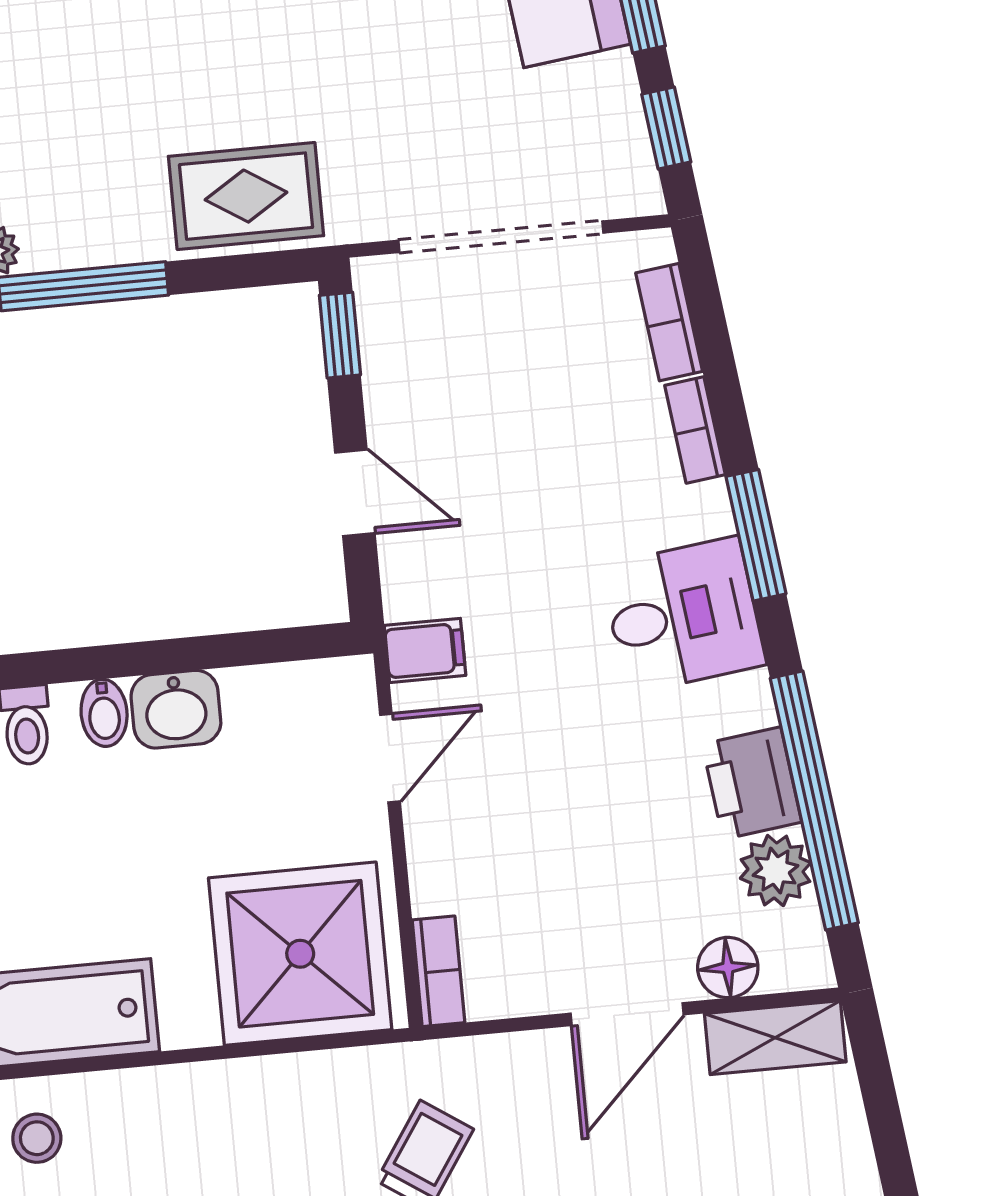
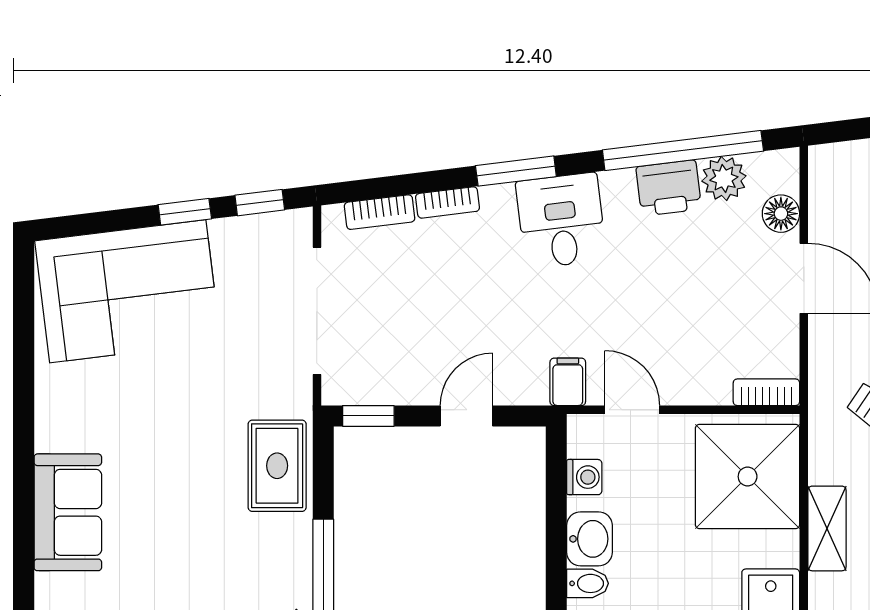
washing machine: (274, 691) -> (584, 477), added
shelving: (775, 1038) -> (827, 528), moved

